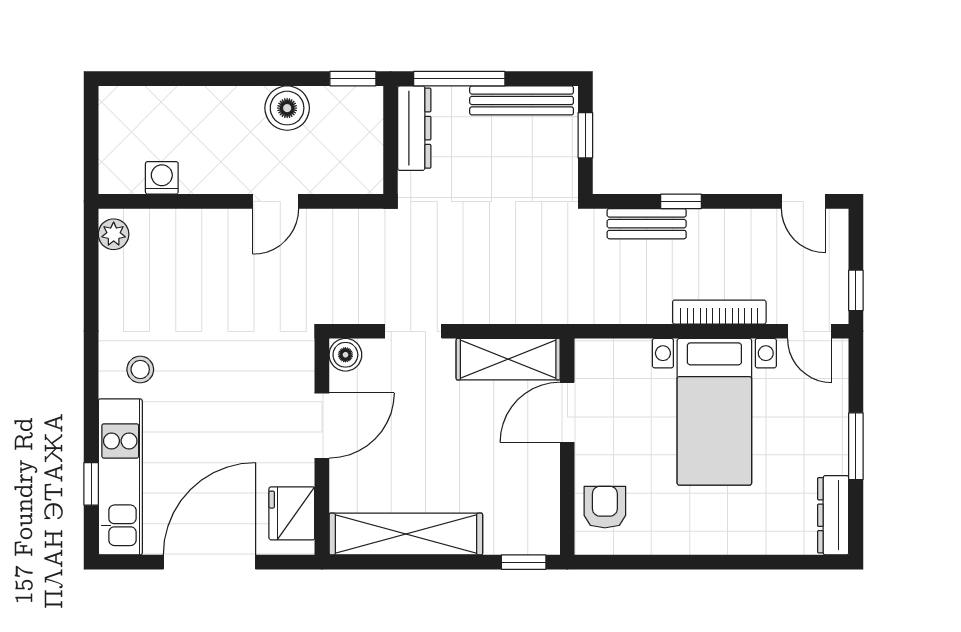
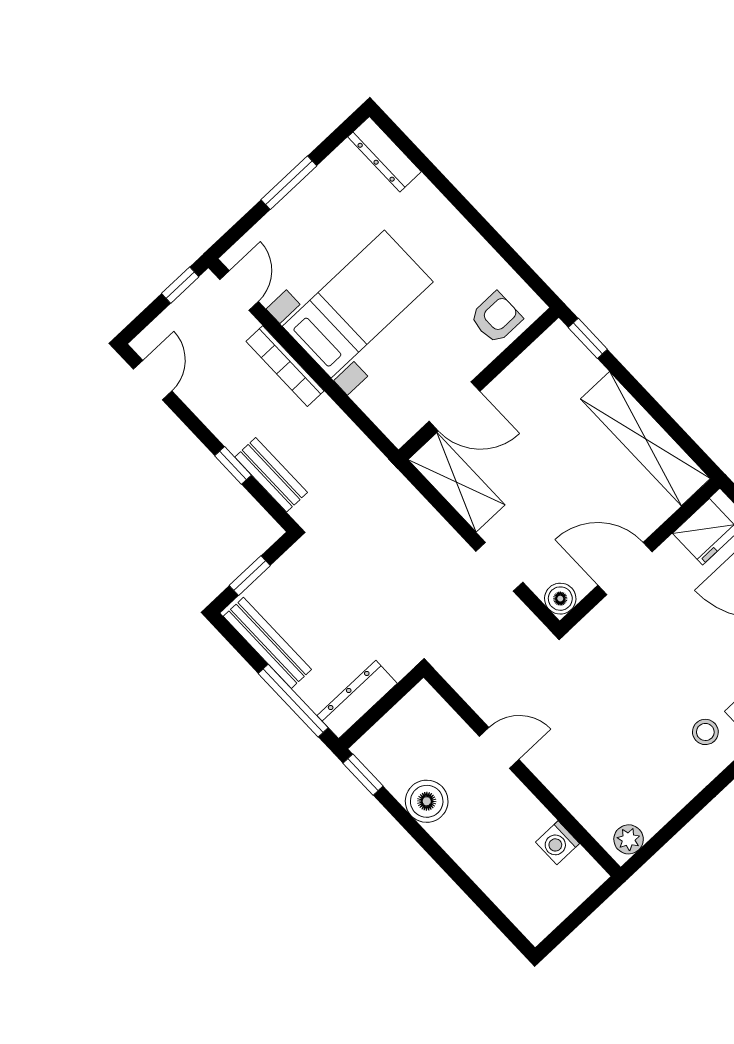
armchair: (605, 507) -> (496, 318), turned 180
dresser: (833, 515) -> (385, 154), moved, turned 90

